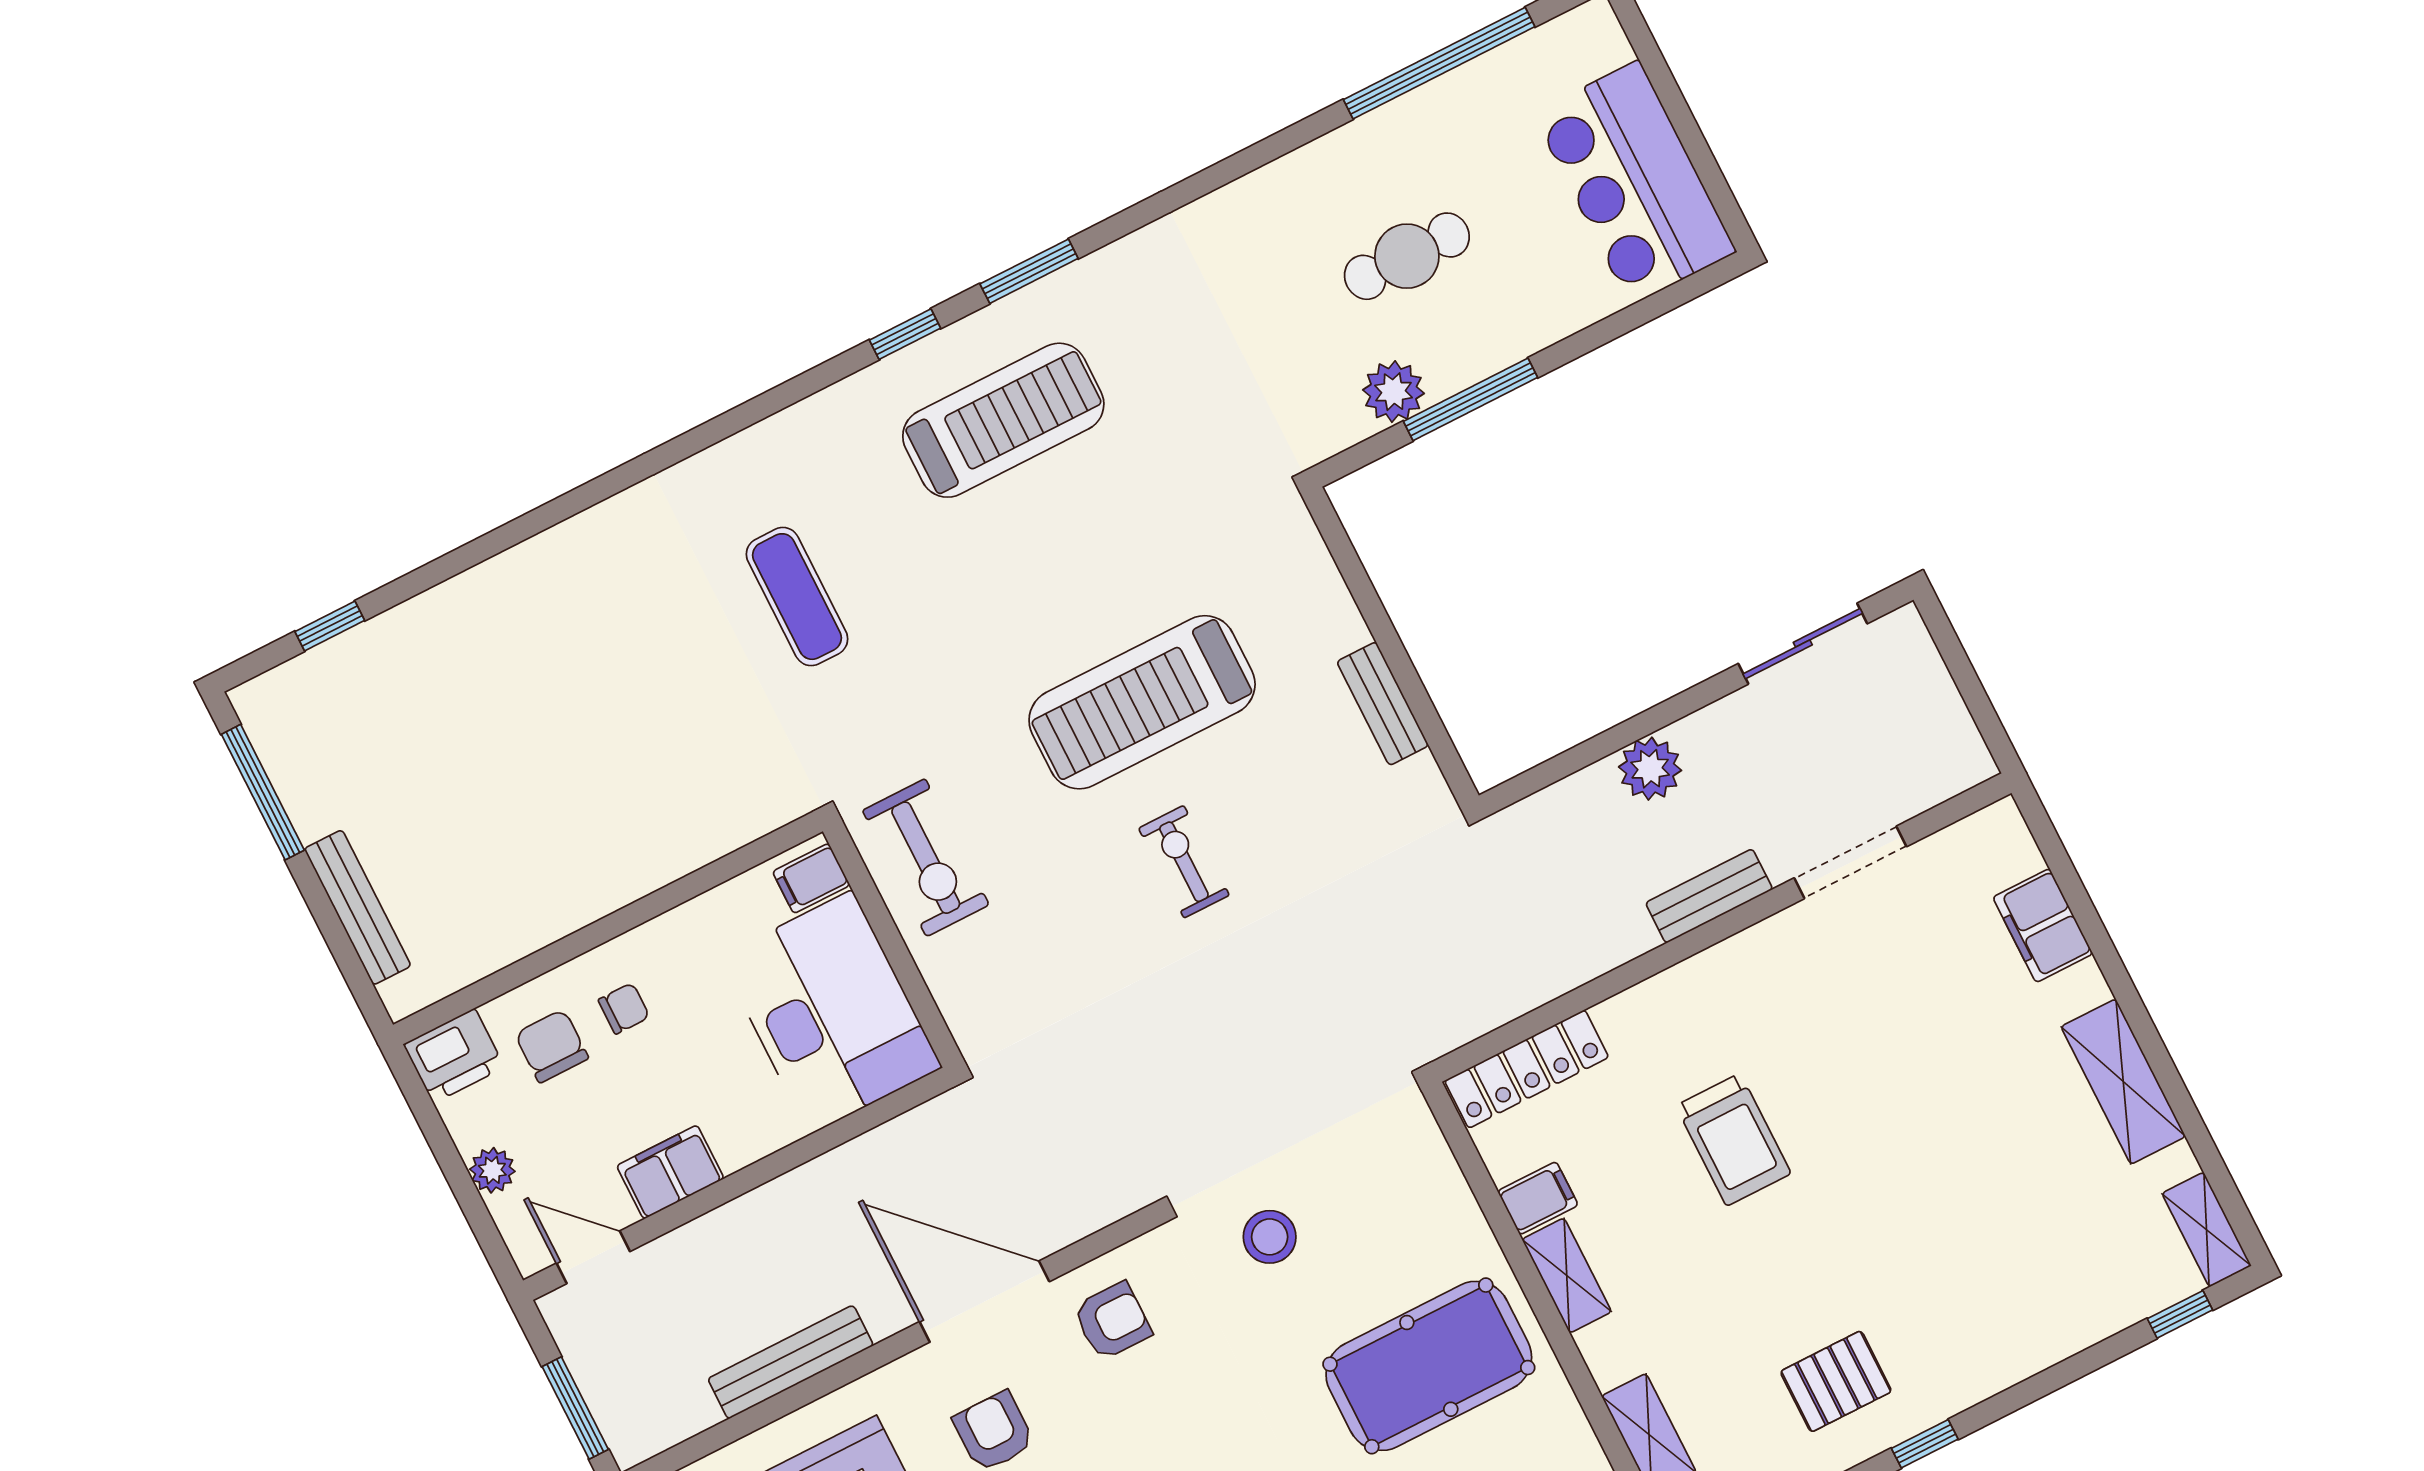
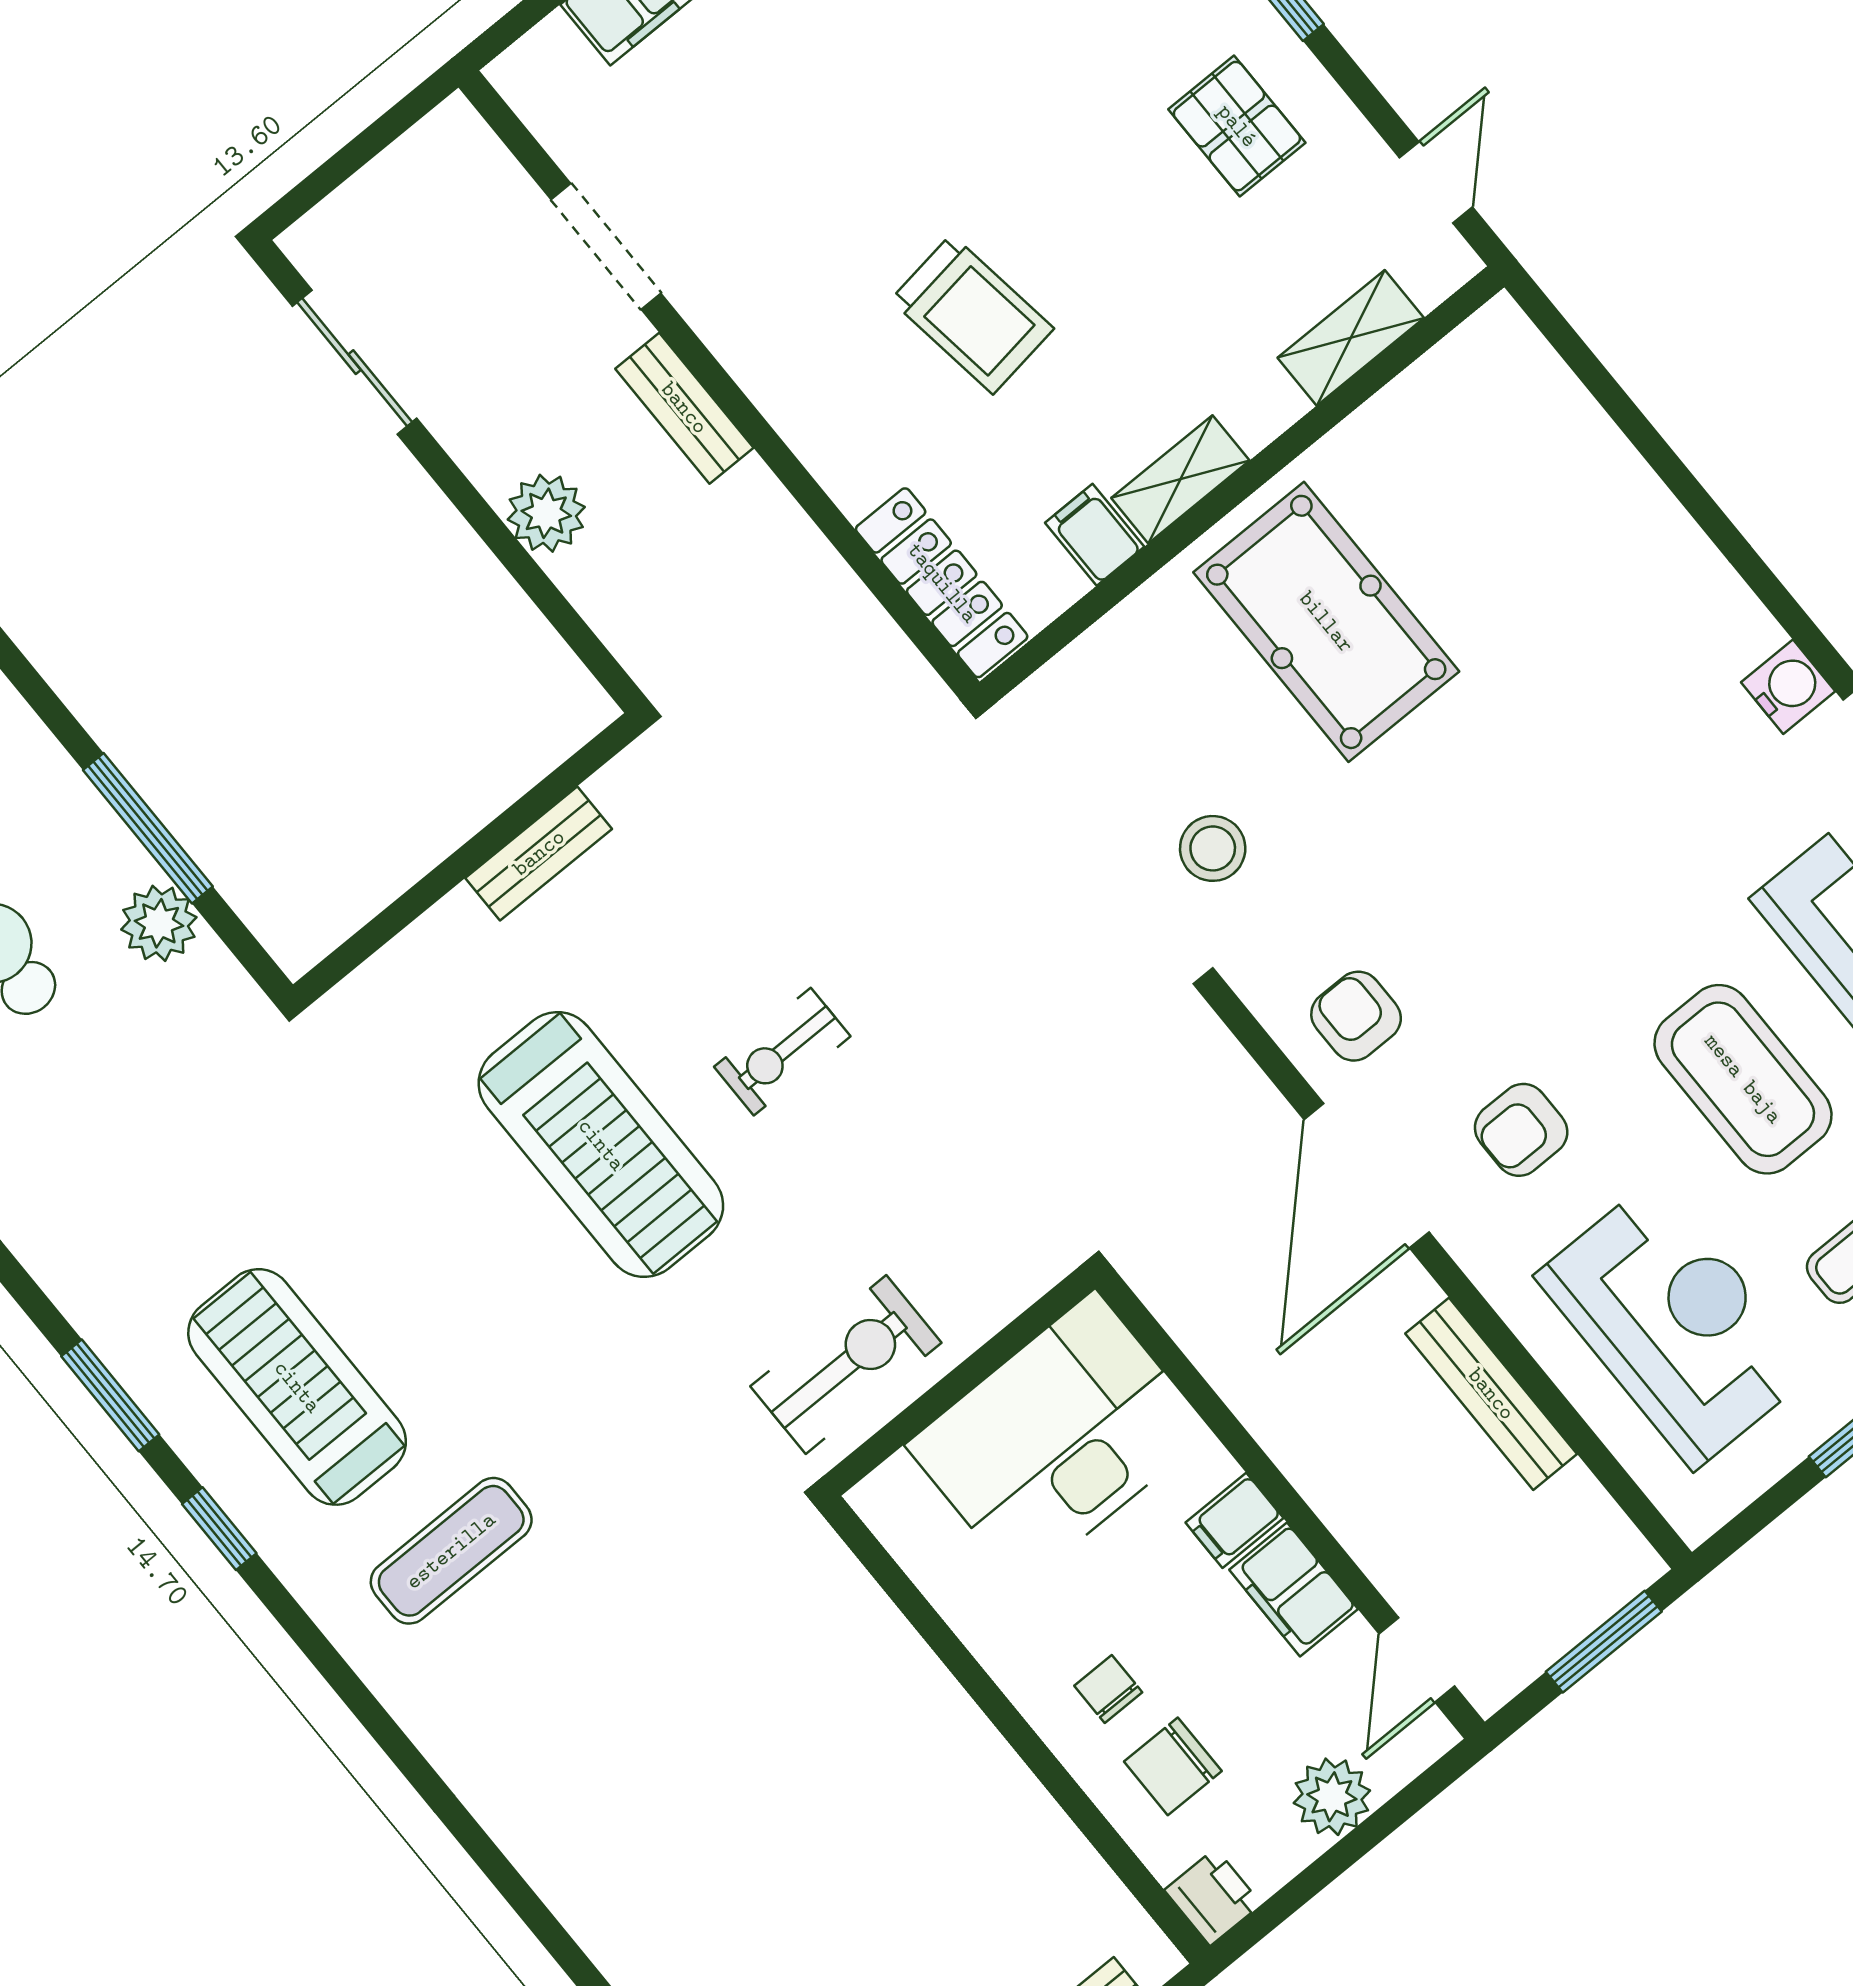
exercise mat: (797, 597) -> (451, 1551), moved
filing cabinet: (811, 878) -> (1234, 1520), moved, turned 90
printer: (454, 1056) -> (1213, 1897), width x0.73, depth x0.81
trolley: (1733, 1140) -> (972, 314), turned 82
plant: (492, 1170) -> (1332, 1797), width x1.38, depth x1.38

